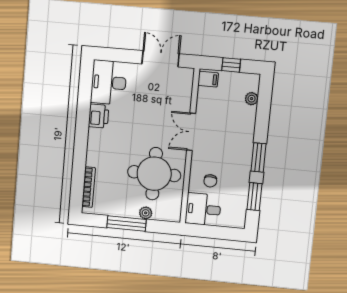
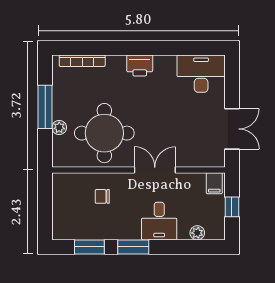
printer: (99, 116) -> (140, 65), moved
desk: (203, 209) -> (159, 221), moved, turned 180

